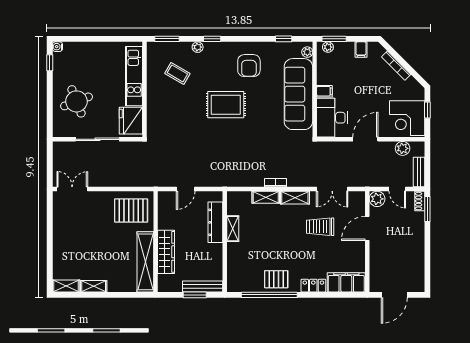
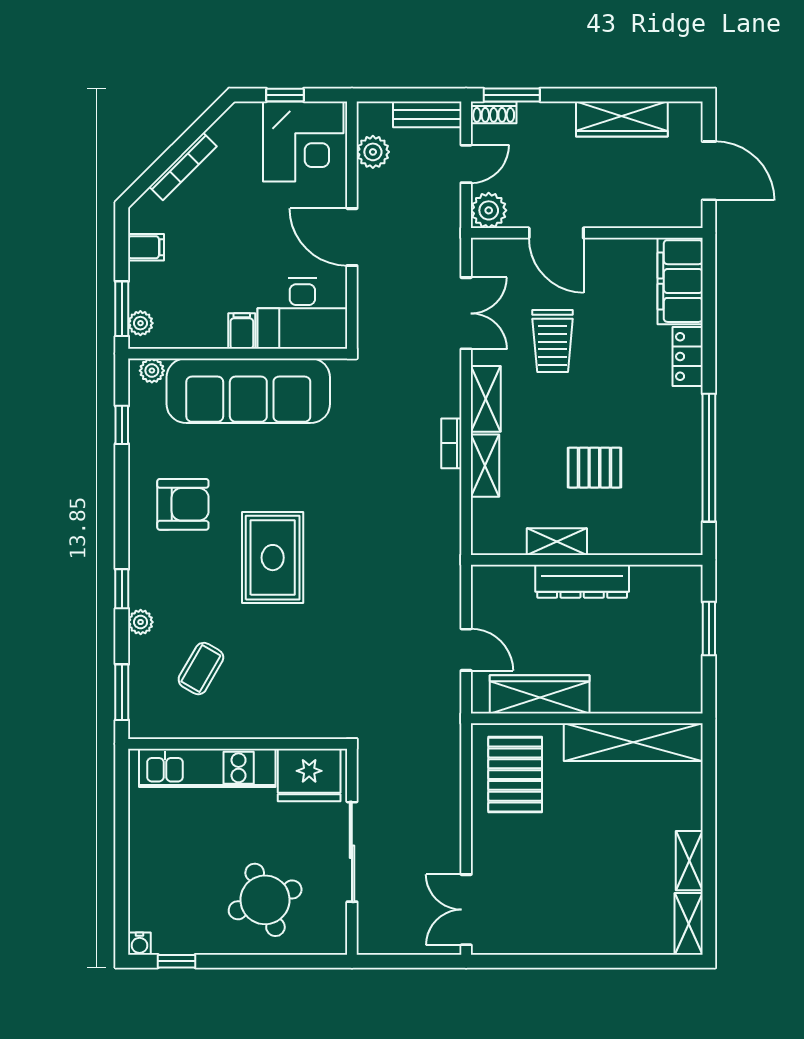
dresser: (215, 222) -> (582, 581), moved
wardrobe: (166, 252) -> (540, 694), moved
wardrobe: (417, 257) -> (622, 119), added
pallet: (276, 279) -> (594, 468), moved, turned 90
bench: (203, 287) -> (690, 611), removed

